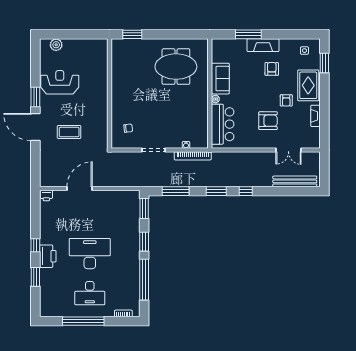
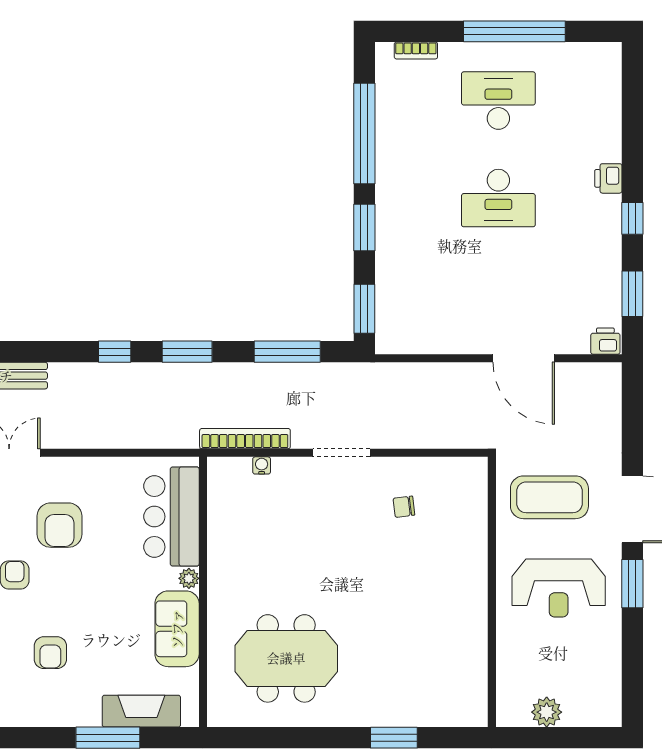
plant: (56, 45) -> (547, 712), moved
fireplace: (263, 45) -> (141, 711), moved
reception desk: (60, 82) -> (559, 588), moved
wall: (110, 94) -> (492, 592), moved
armchair: (268, 121) -> (60, 525), turned -90
coffee table: (69, 132) -> (549, 497), width x1.36, depth x1.32
door: (80, 188) -> (524, 358), hinge flipped
desk: (90, 254) -> (498, 198), width x0.73, depth x0.77
printer: (48, 256) -> (608, 178), width x0.53, depth x0.68
window: (35, 277) -> (632, 294), moved

